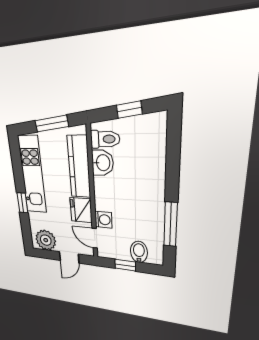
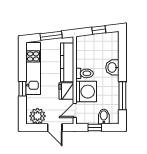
toilet: (105, 139) -> (84, 73), moved
washbasin: (102, 163) -> (112, 67), moved, turned 180
washing machine: (103, 220) -> (86, 92), width x1.89, depth x1.89
door: (95, 238) -> (75, 110), hinge flipped
door: (69, 257) -> (55, 128), hinge flipped

